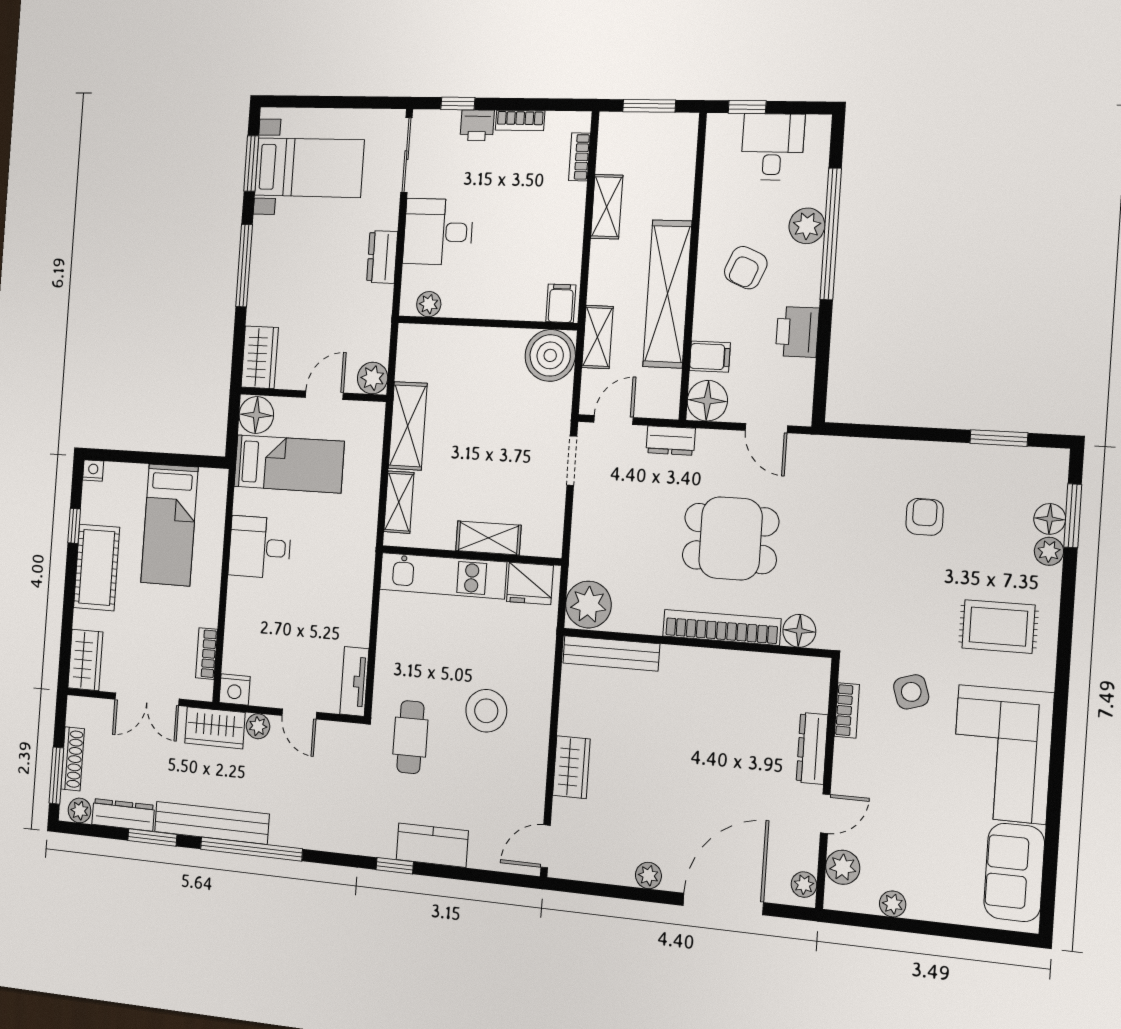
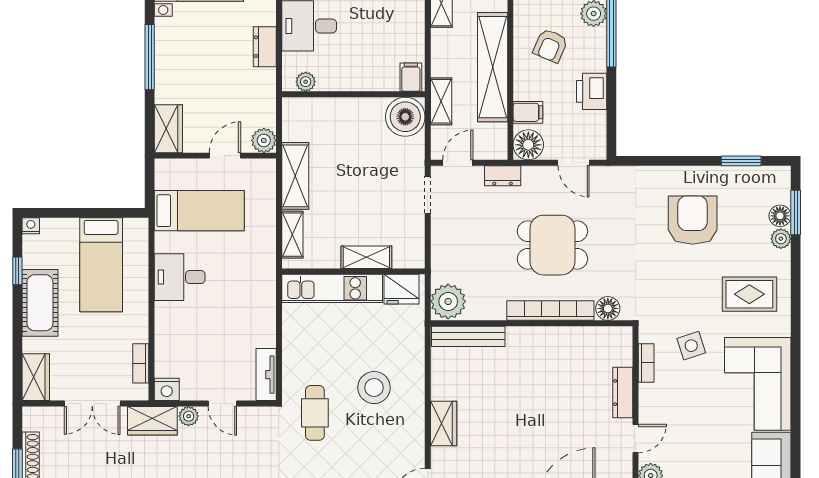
floor lamp: (256, 415) -> (169, 174), removed
armchair: (925, 517) -> (693, 220), width x1.88, depth x1.88

